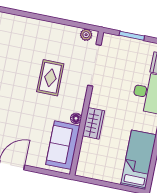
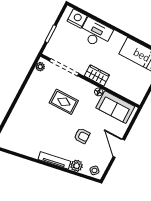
armchair: (14, 114) -> (82, 136), added
wardrobe: (93, 123) -> (97, 75), moved

